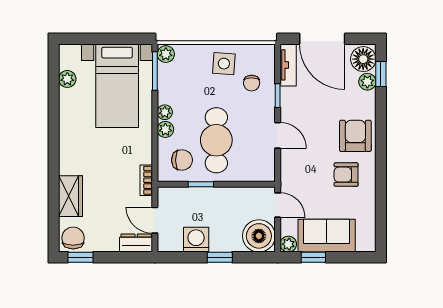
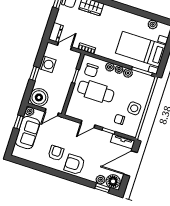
plant: (166, 54) -> (128, 73), moved
armchair: (355, 136) -> (75, 164), turned 180

